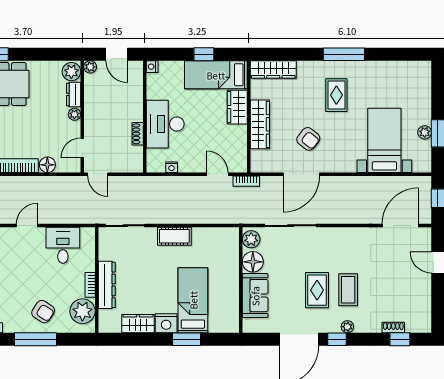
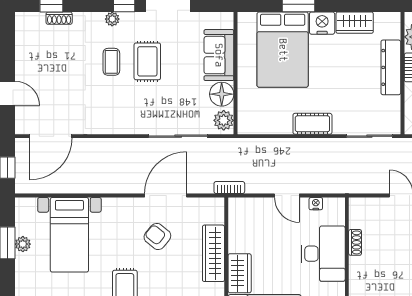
door: (217, 174) -> (287, 195), moved
coffee table: (348, 290) -> (111, 62), width x0.73, depth x0.77
bed: (193, 300) -> (283, 50), width x1.50

